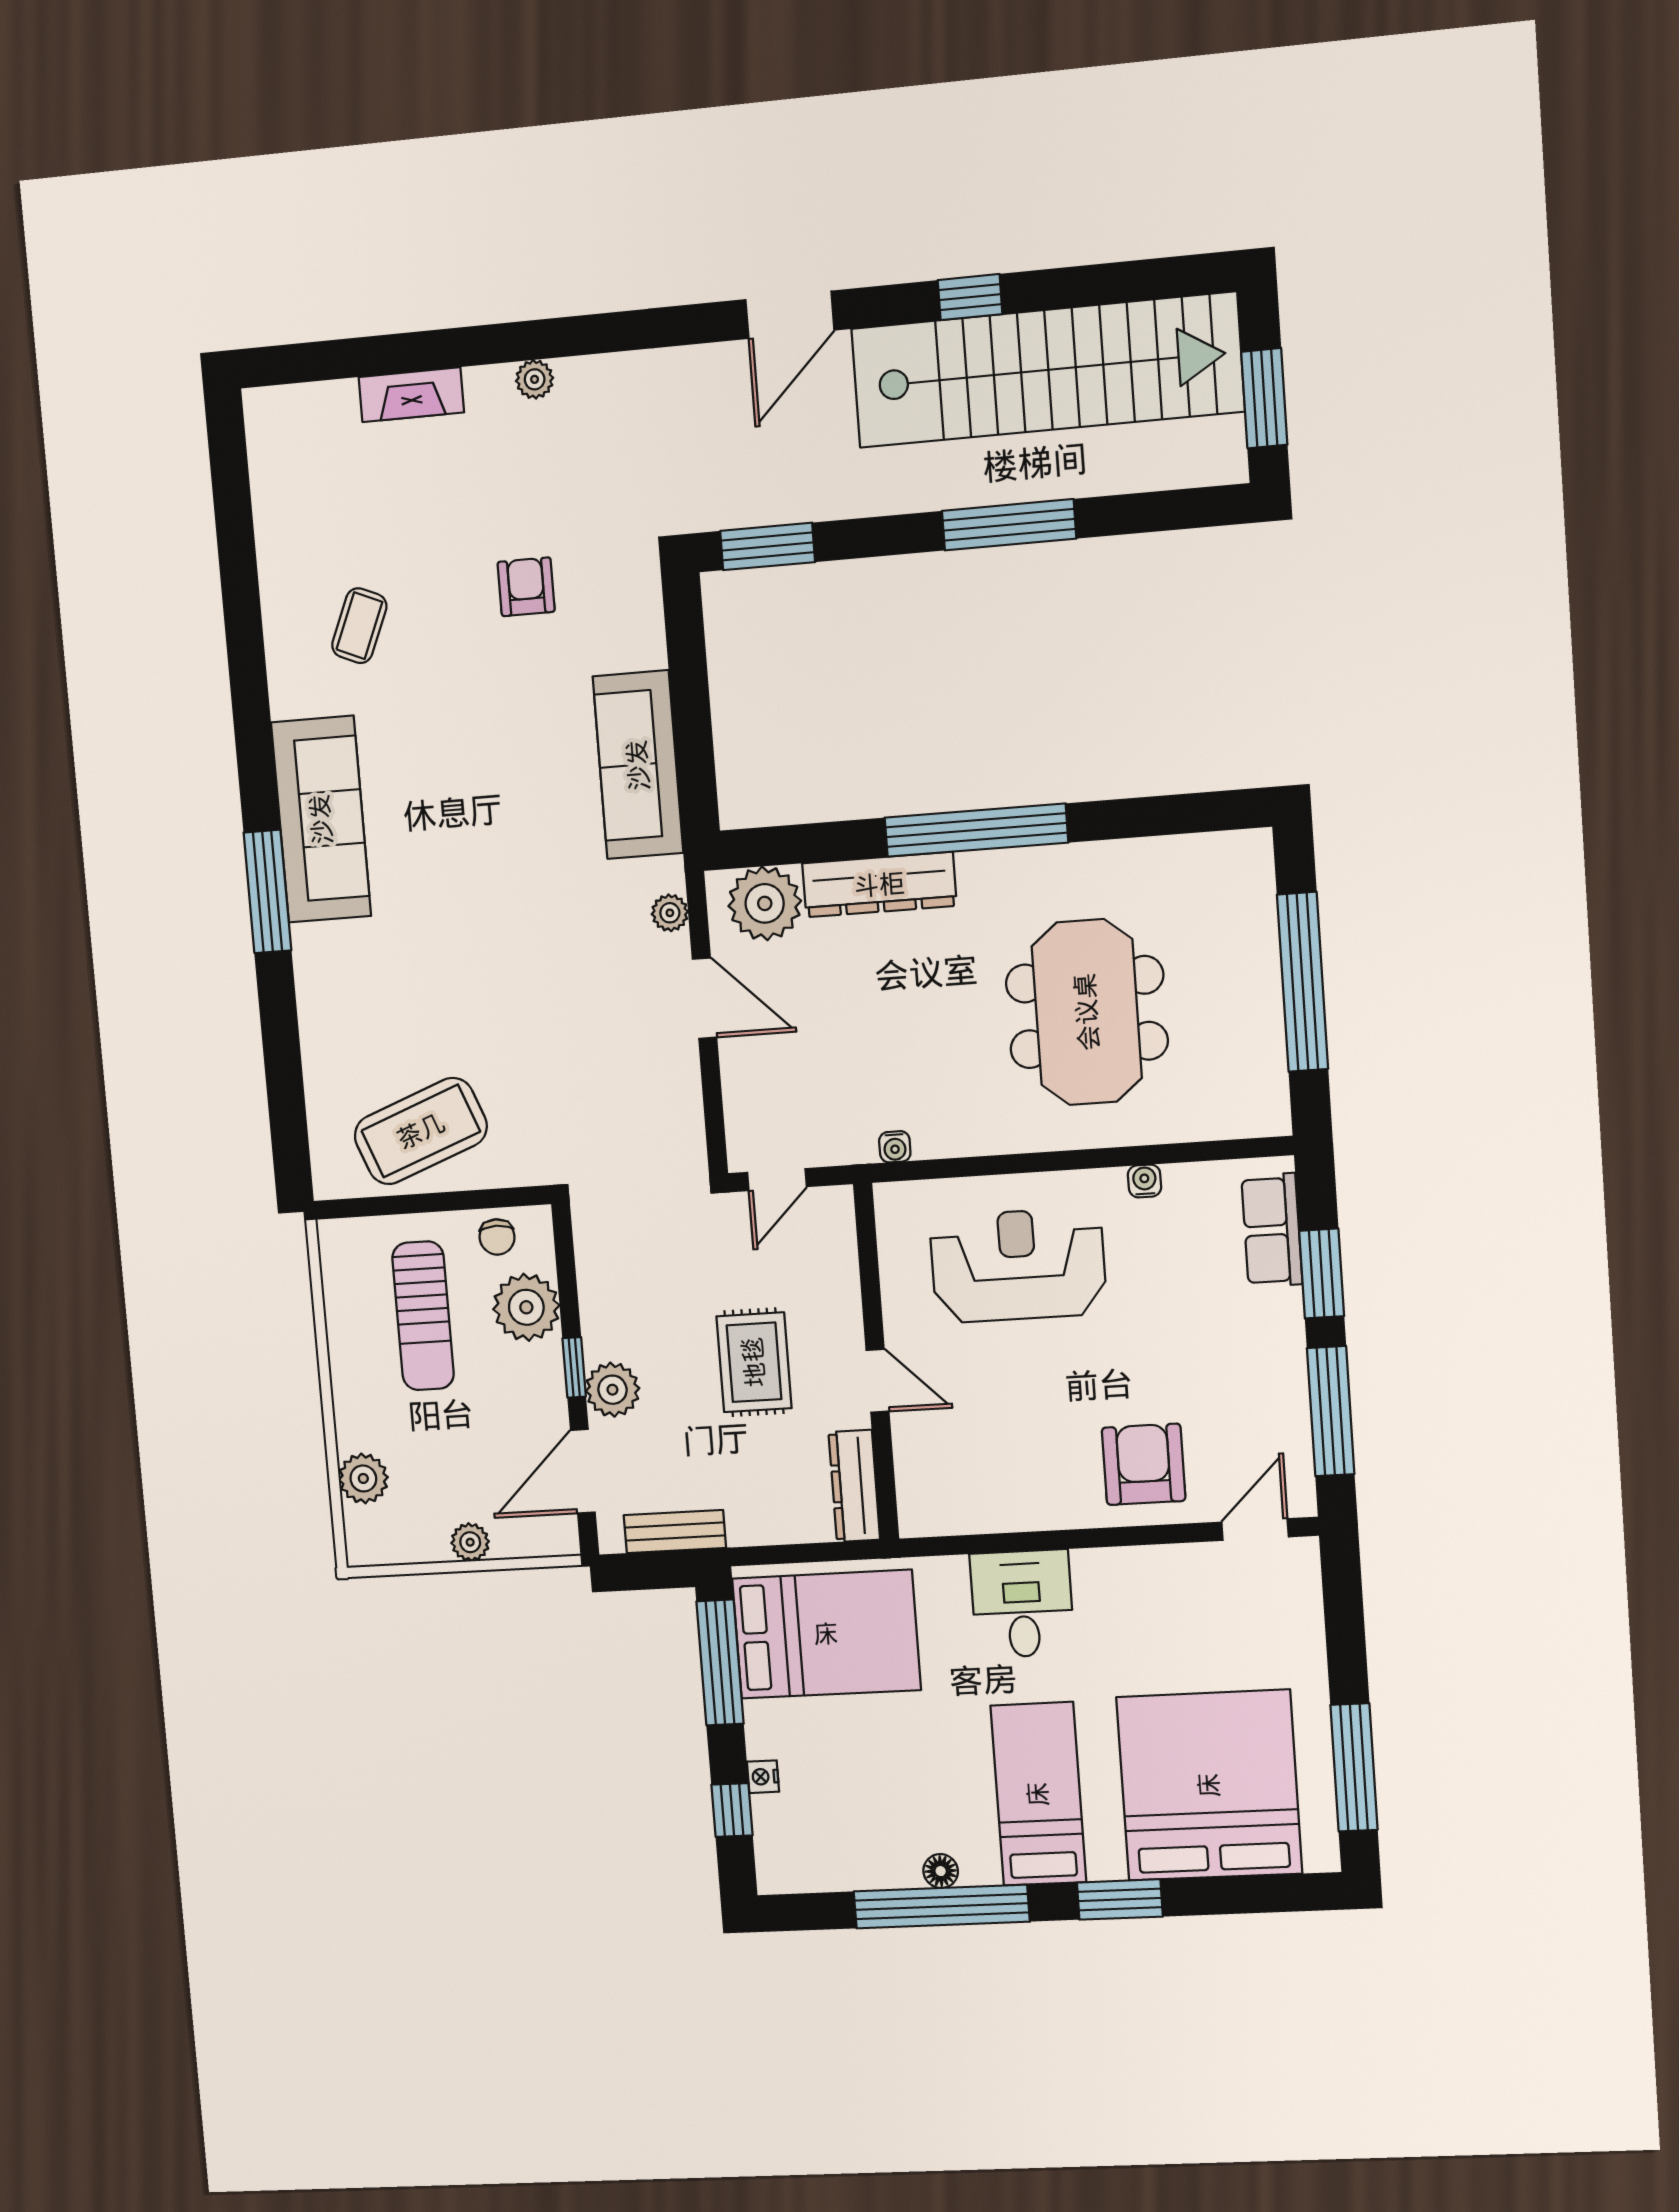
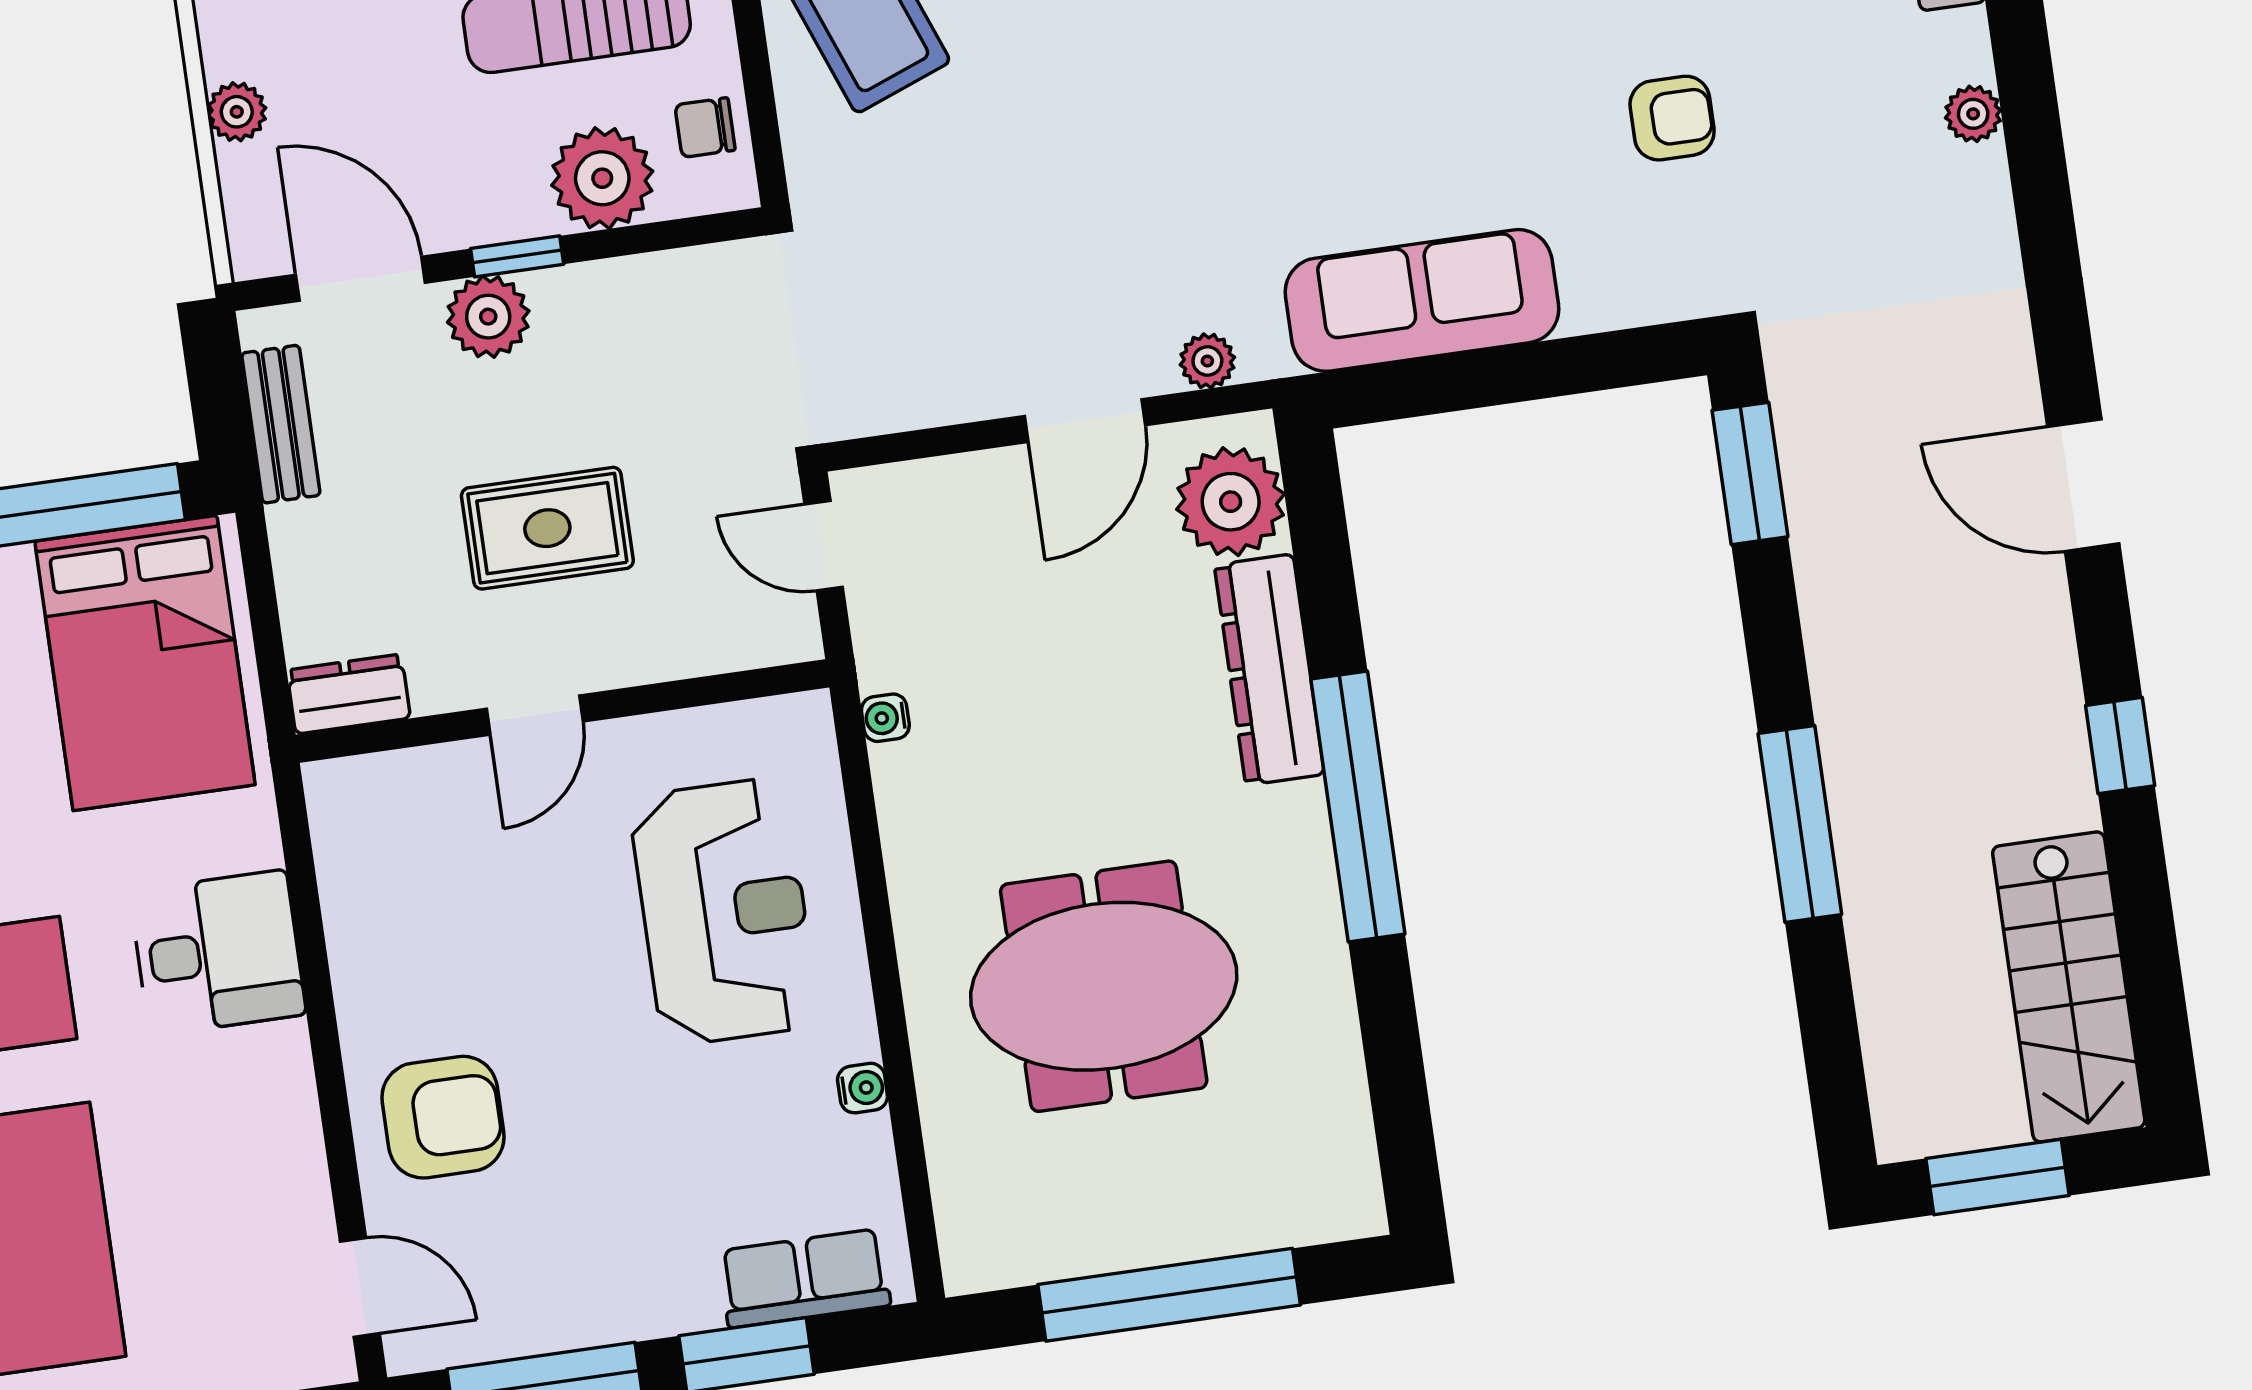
stairs: (1047, 370) -> (2069, 987), width x0.54, depth x0.66
dresser: (854, 1486) -> (349, 694), width x0.70

